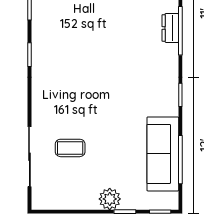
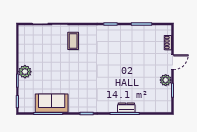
coffee table: (70, 148) -> (73, 41), moved
sofa: (163, 154) -> (52, 103), width x0.73

